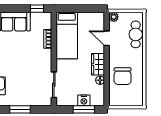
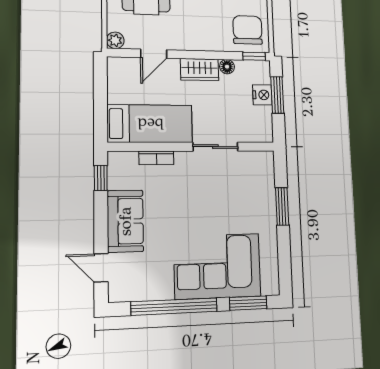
chair: (123, 76) -> (248, 30), moved, turned -90
sliding door: (54, 85) -> (215, 147), moved
window: (107, 96) -> (254, 56), added

